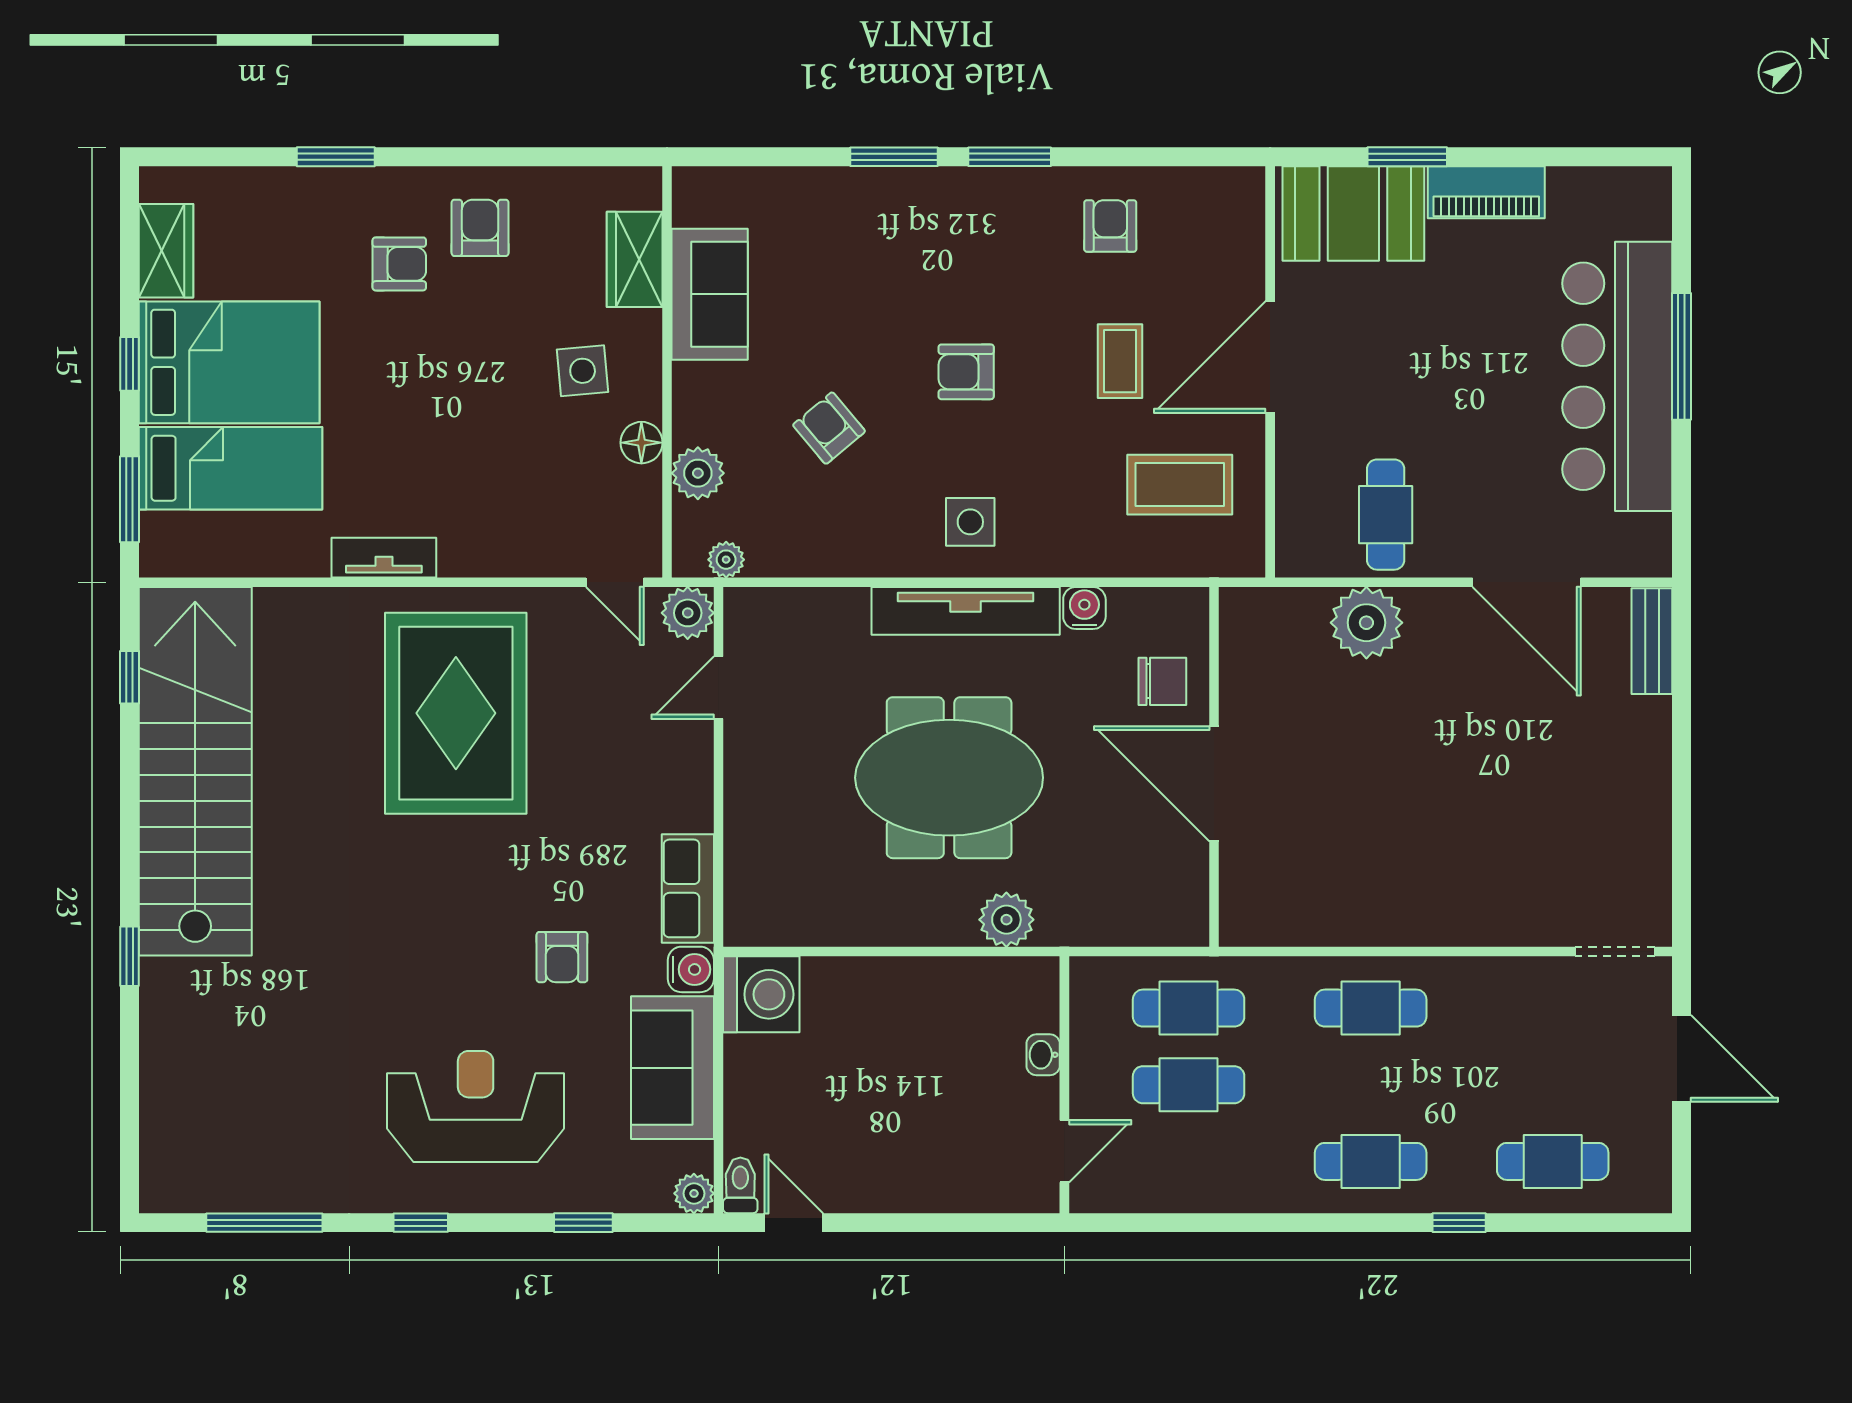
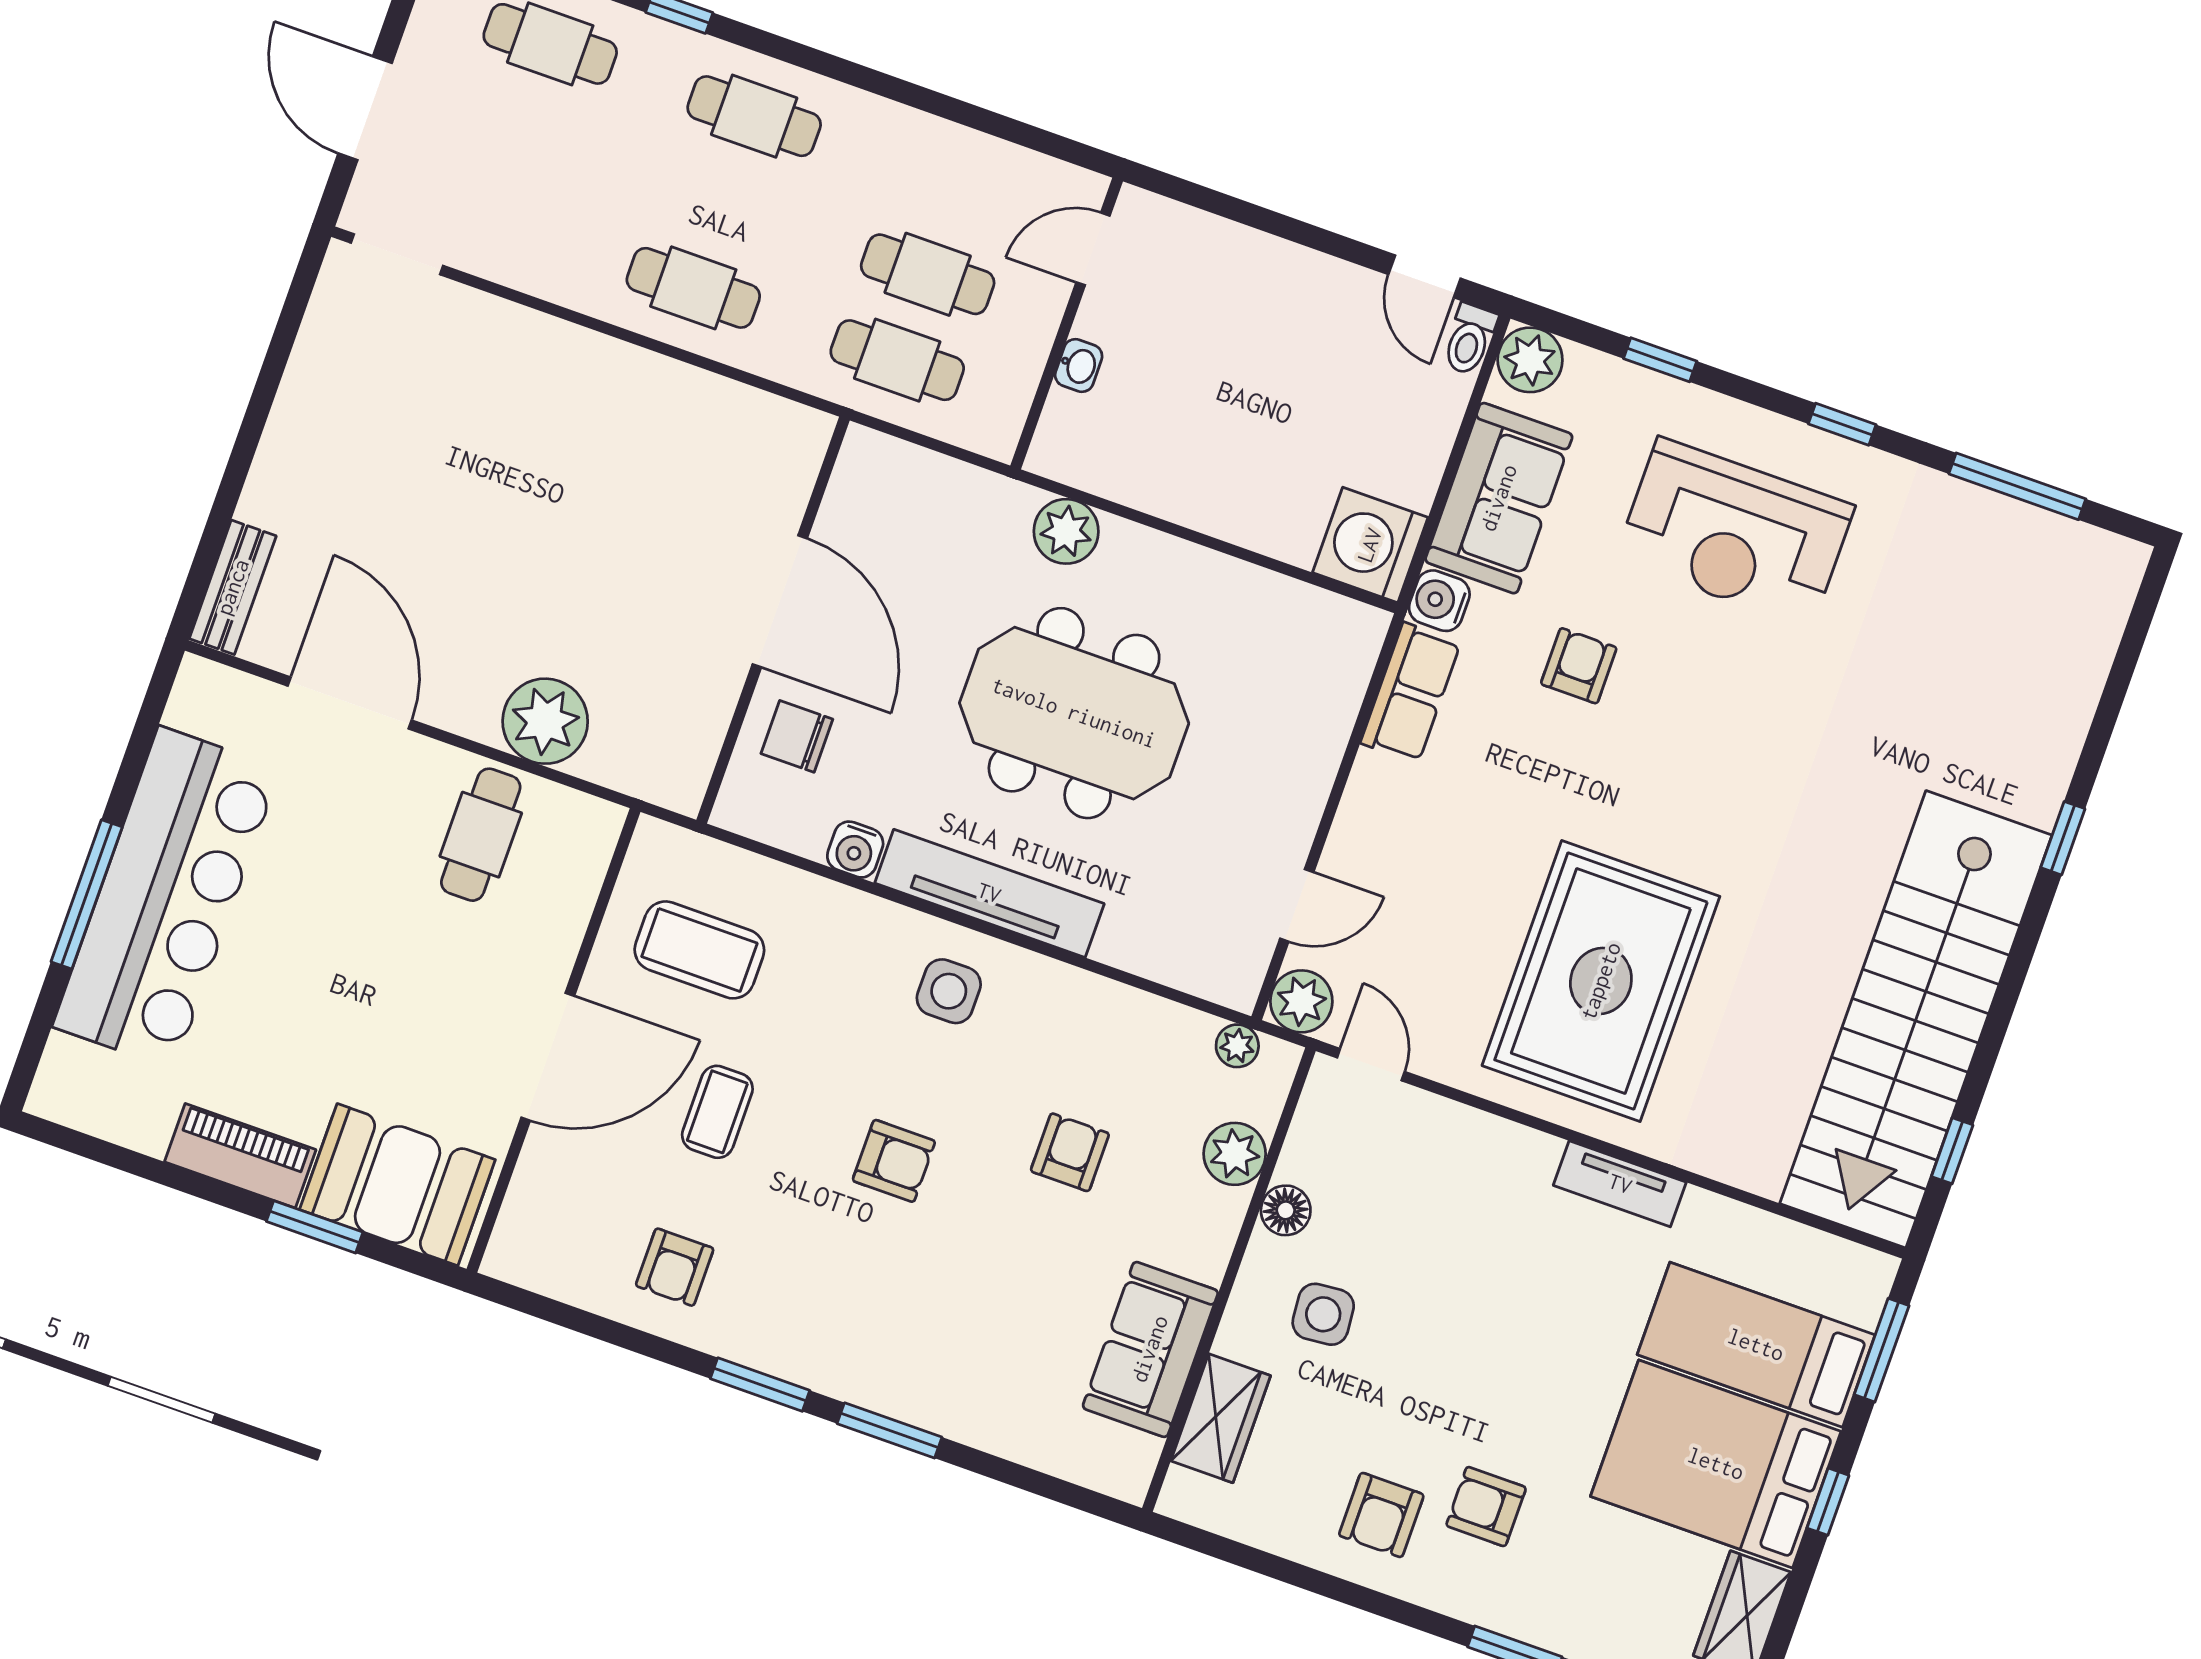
armchair: (829, 428) -> (1070, 1152), turned -140
plant: (694, 1193) -> (1530, 360), width x1.38, depth x1.38

